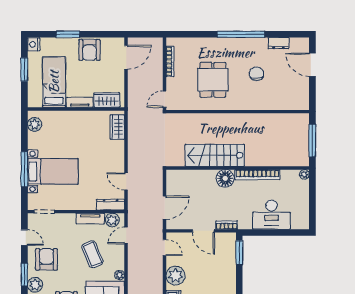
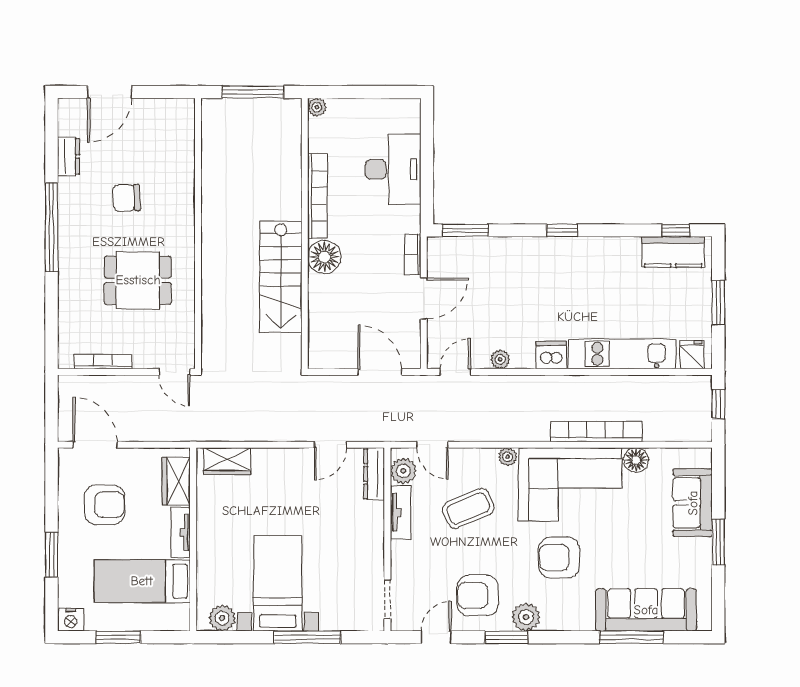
armchair: (89, 50) -> (105, 505), moved
bed with nightstands: (53, 171) -> (278, 583), moved
plant: (175, 276) -> (500, 359), width x0.53, depth x0.53

